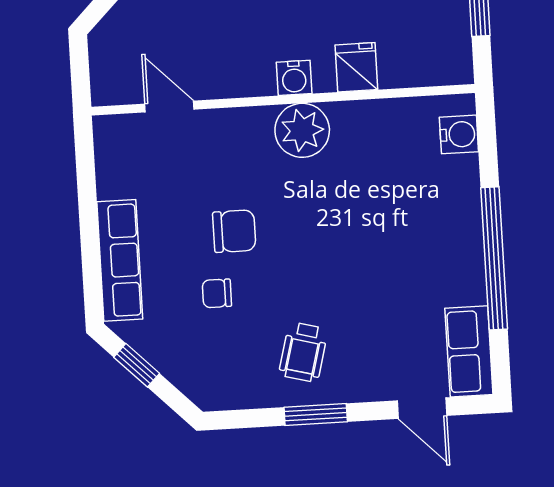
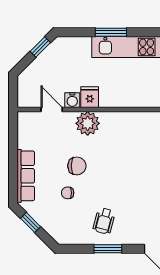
fridge: (356, 67) -> (90, 97), moved
water cooler: (294, 78) -> (72, 100), moved
plant: (302, 130) -> (88, 123), moved

